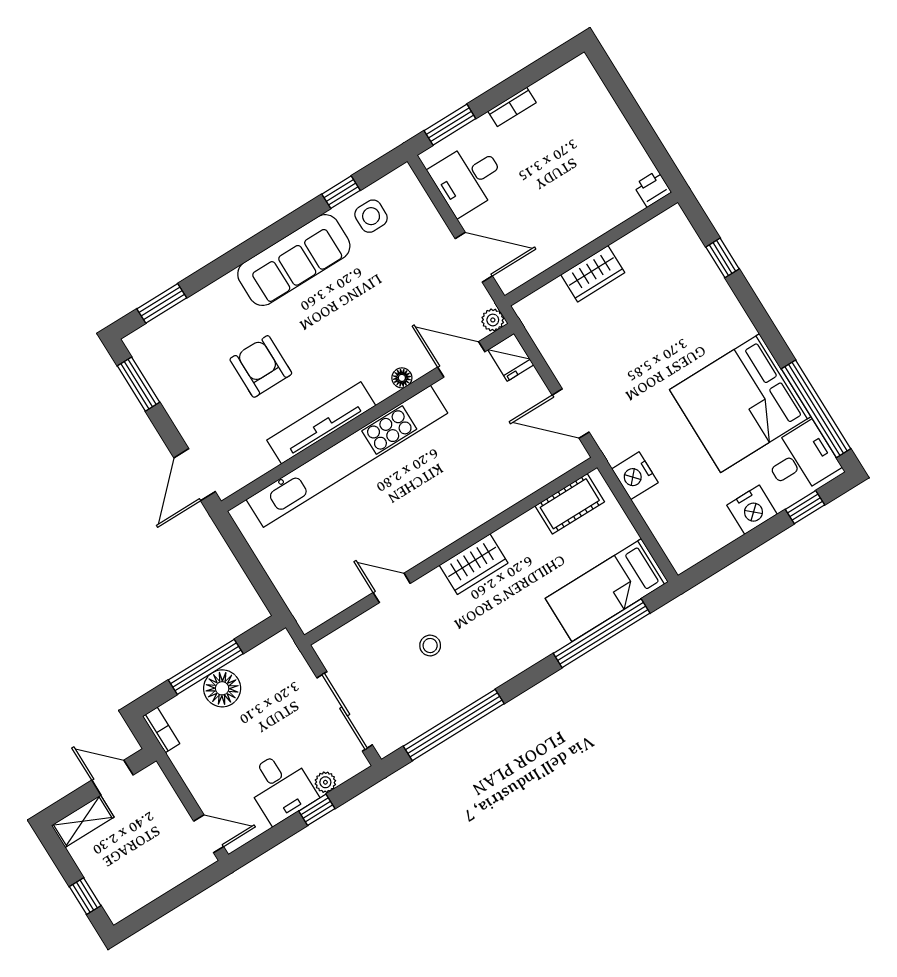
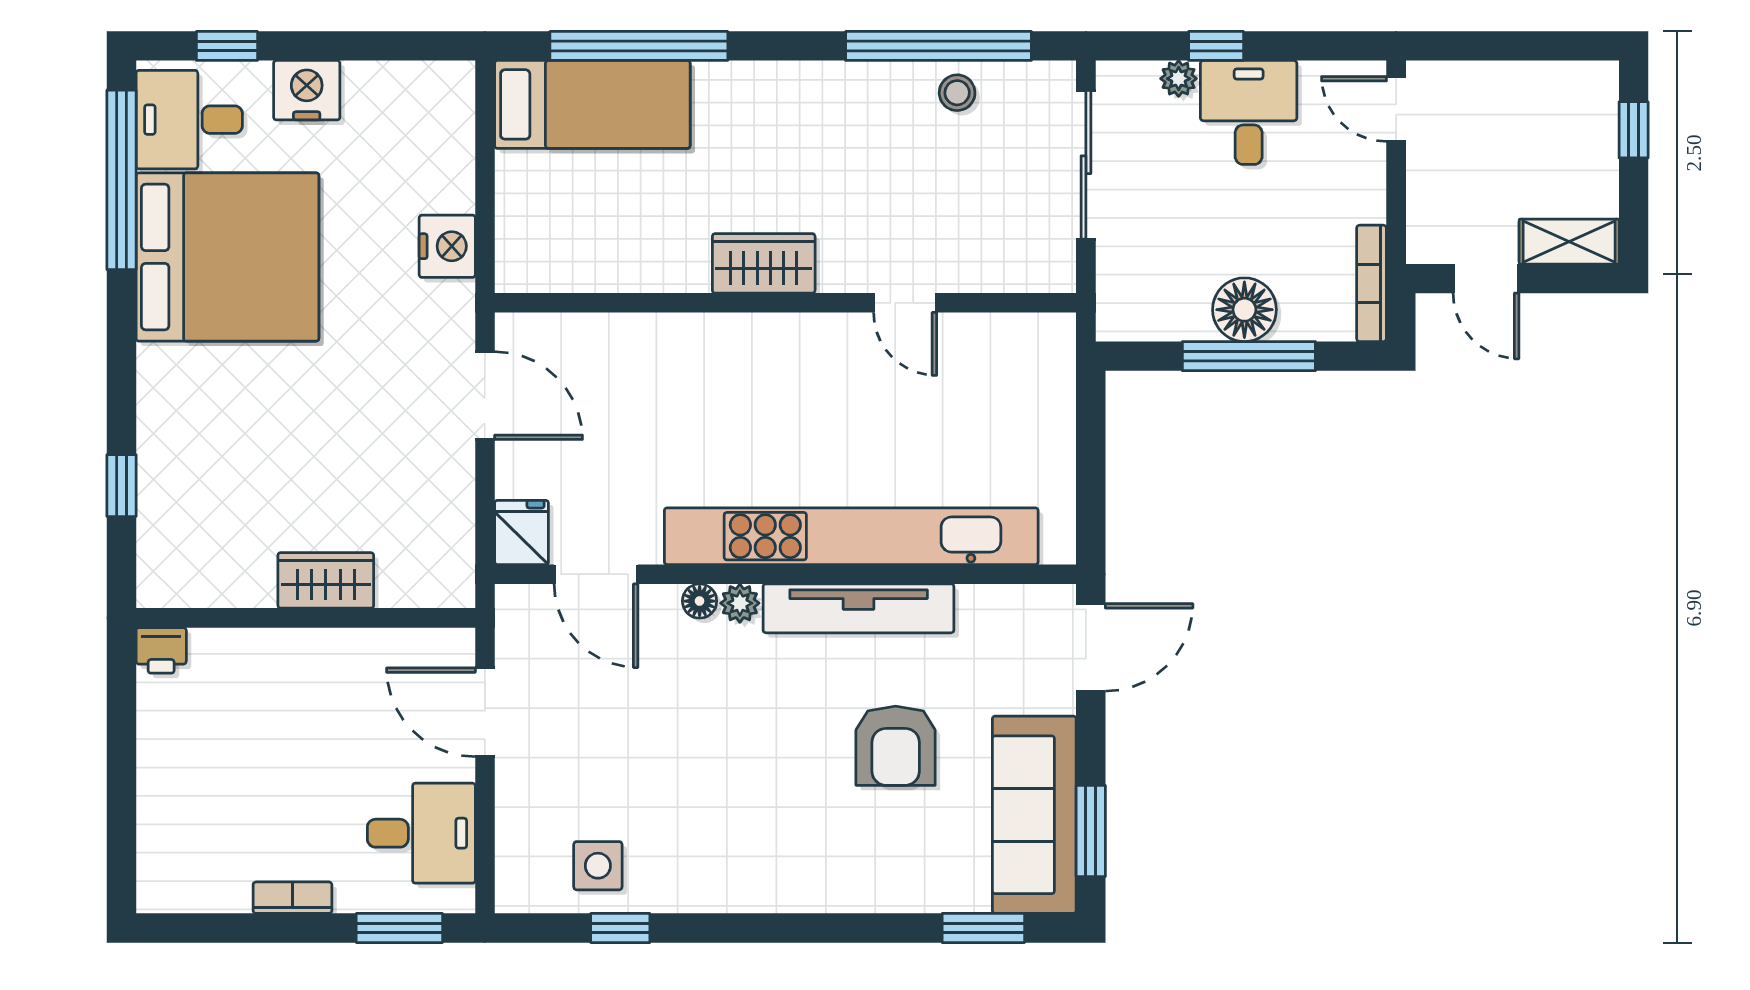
sofa: (294, 260) -> (1034, 815), moved, turned -90
plant: (493, 320) -> (740, 603), moved
cot: (570, 504) -> (568, 264), removed
stool: (430, 646) -> (957, 93), moved
bookcase: (161, 730) -> (1372, 283), width x1.56

